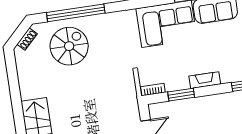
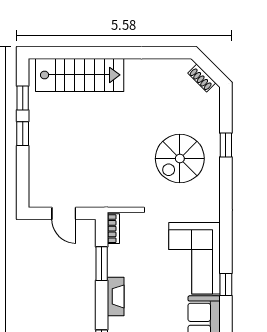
window: (76, 13) -> (226, 145), width x0.32
spiral stairs: (69, 46) -> (180, 159), moved, turned 90

